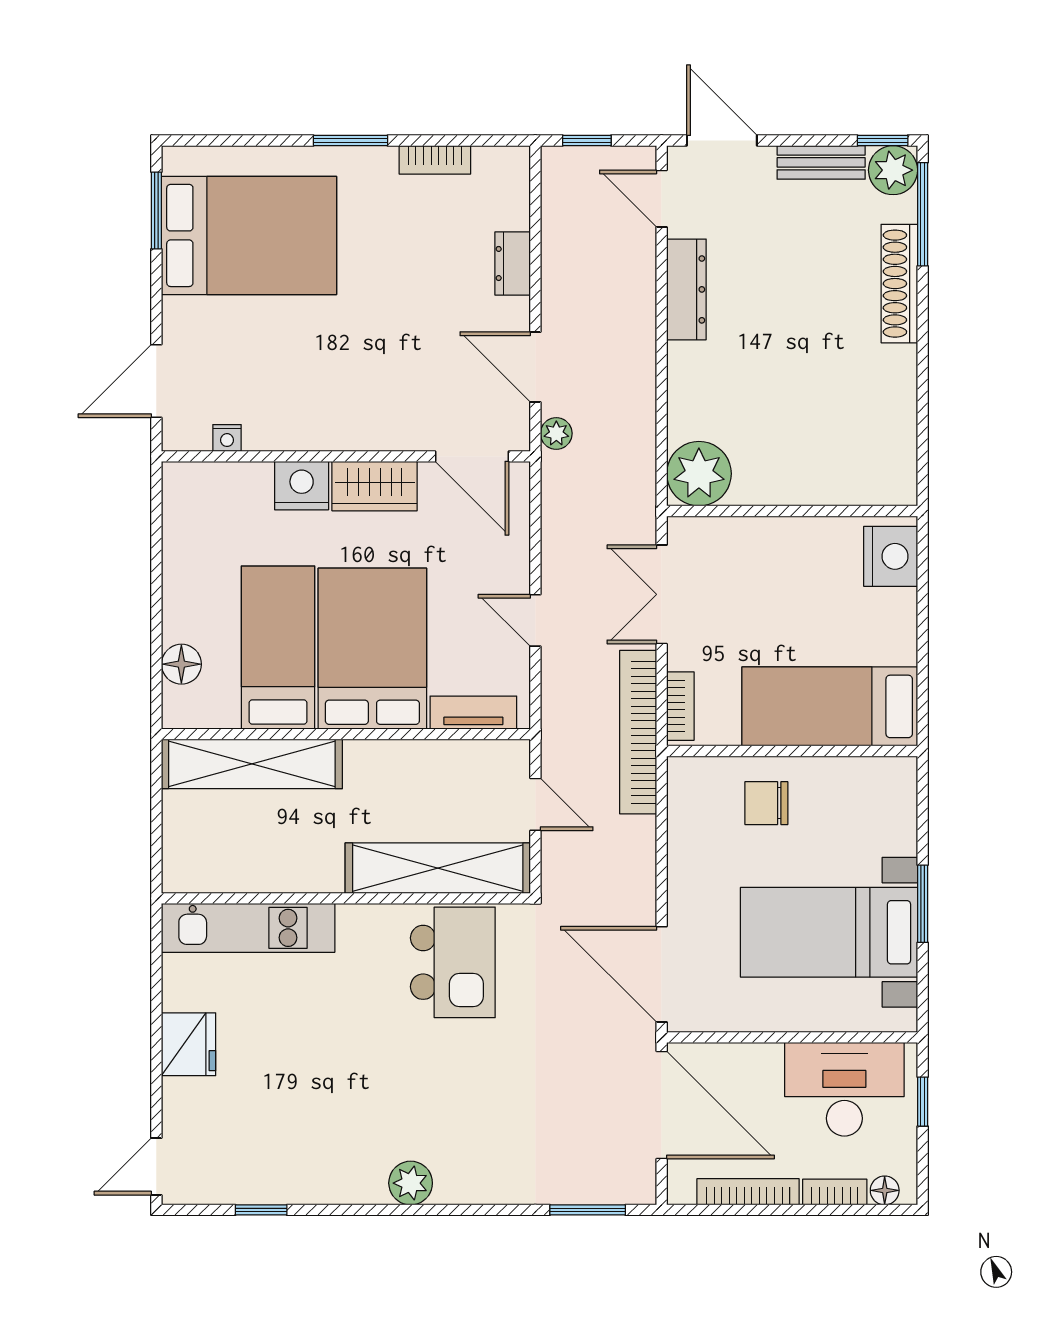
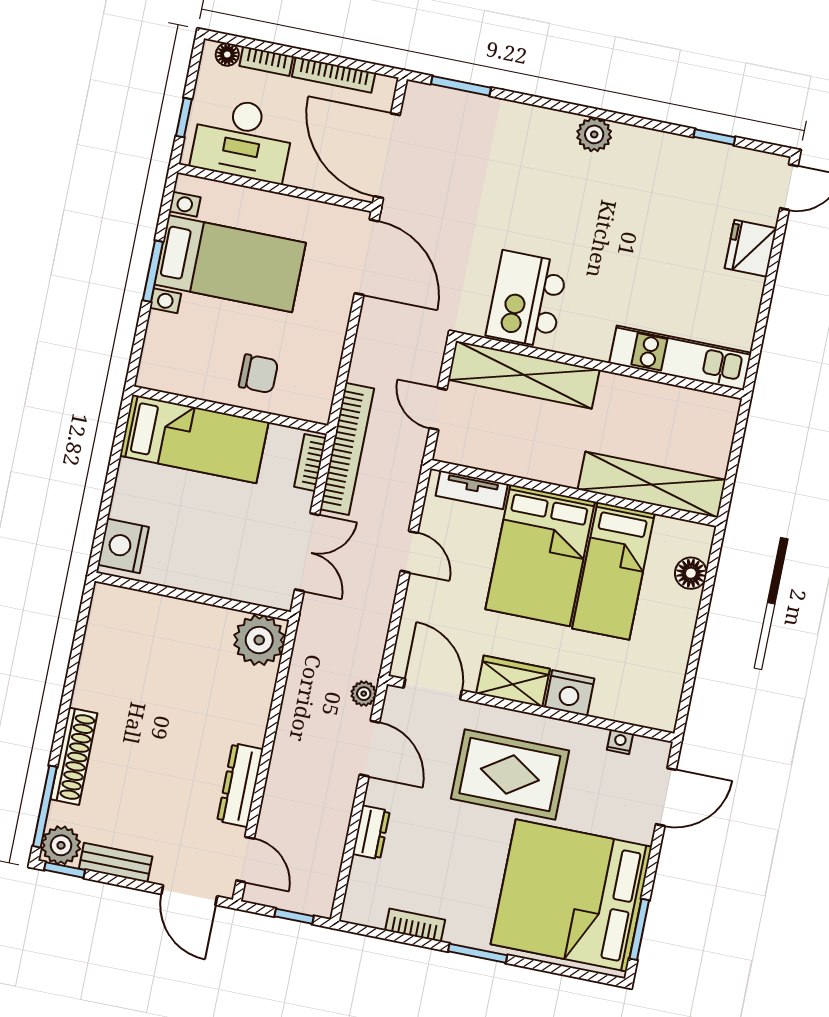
bed: (249, 235) -> (571, 895), width x1.36
rug: (355, 370) -> (510, 775), added
fridge: (189, 1044) -> (751, 248), moved

